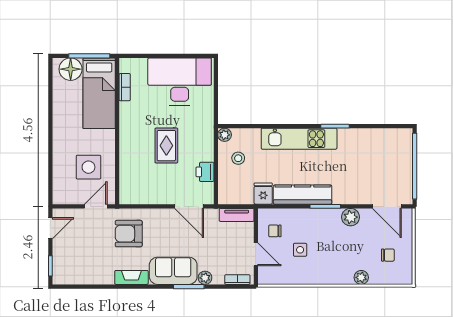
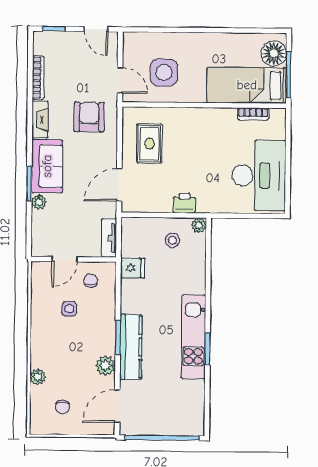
kitchen unit: (299, 139) -> (193, 337), moved
rug: (166, 146) -> (149, 144), moved, turned 90
printer: (205, 172) -> (184, 203), moved
kitchen counter: (303, 195) -> (131, 347), moved
bookcase: (237, 280) -> (38, 78), moved, width x1.56

